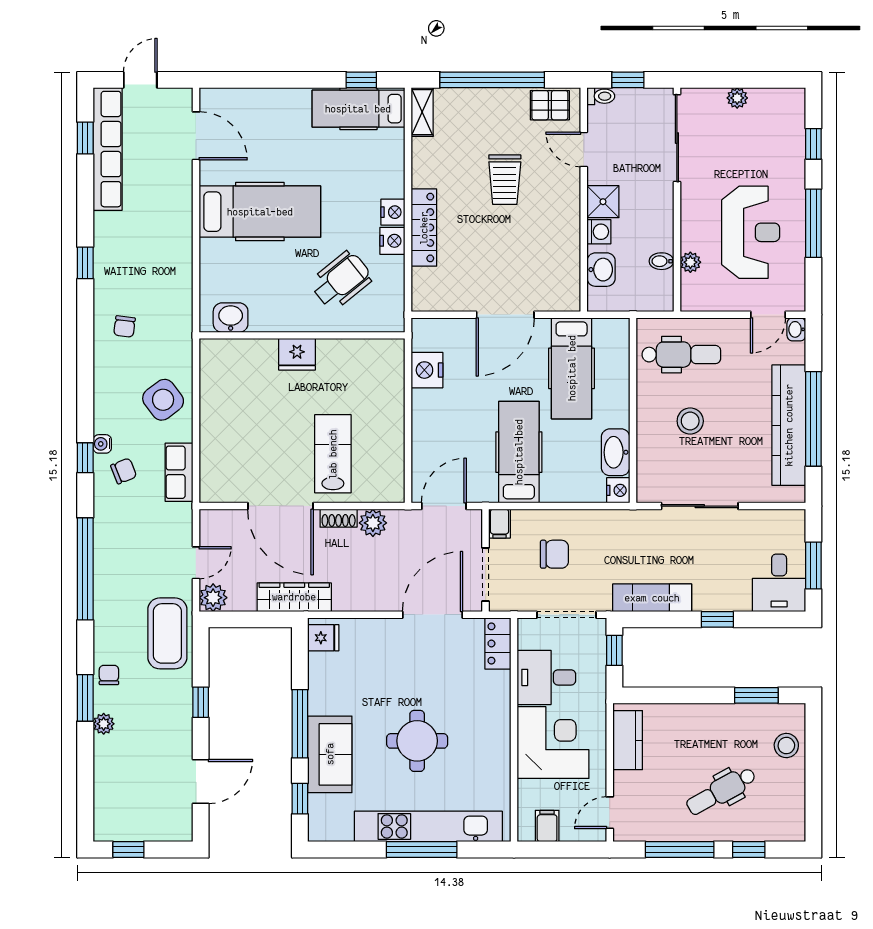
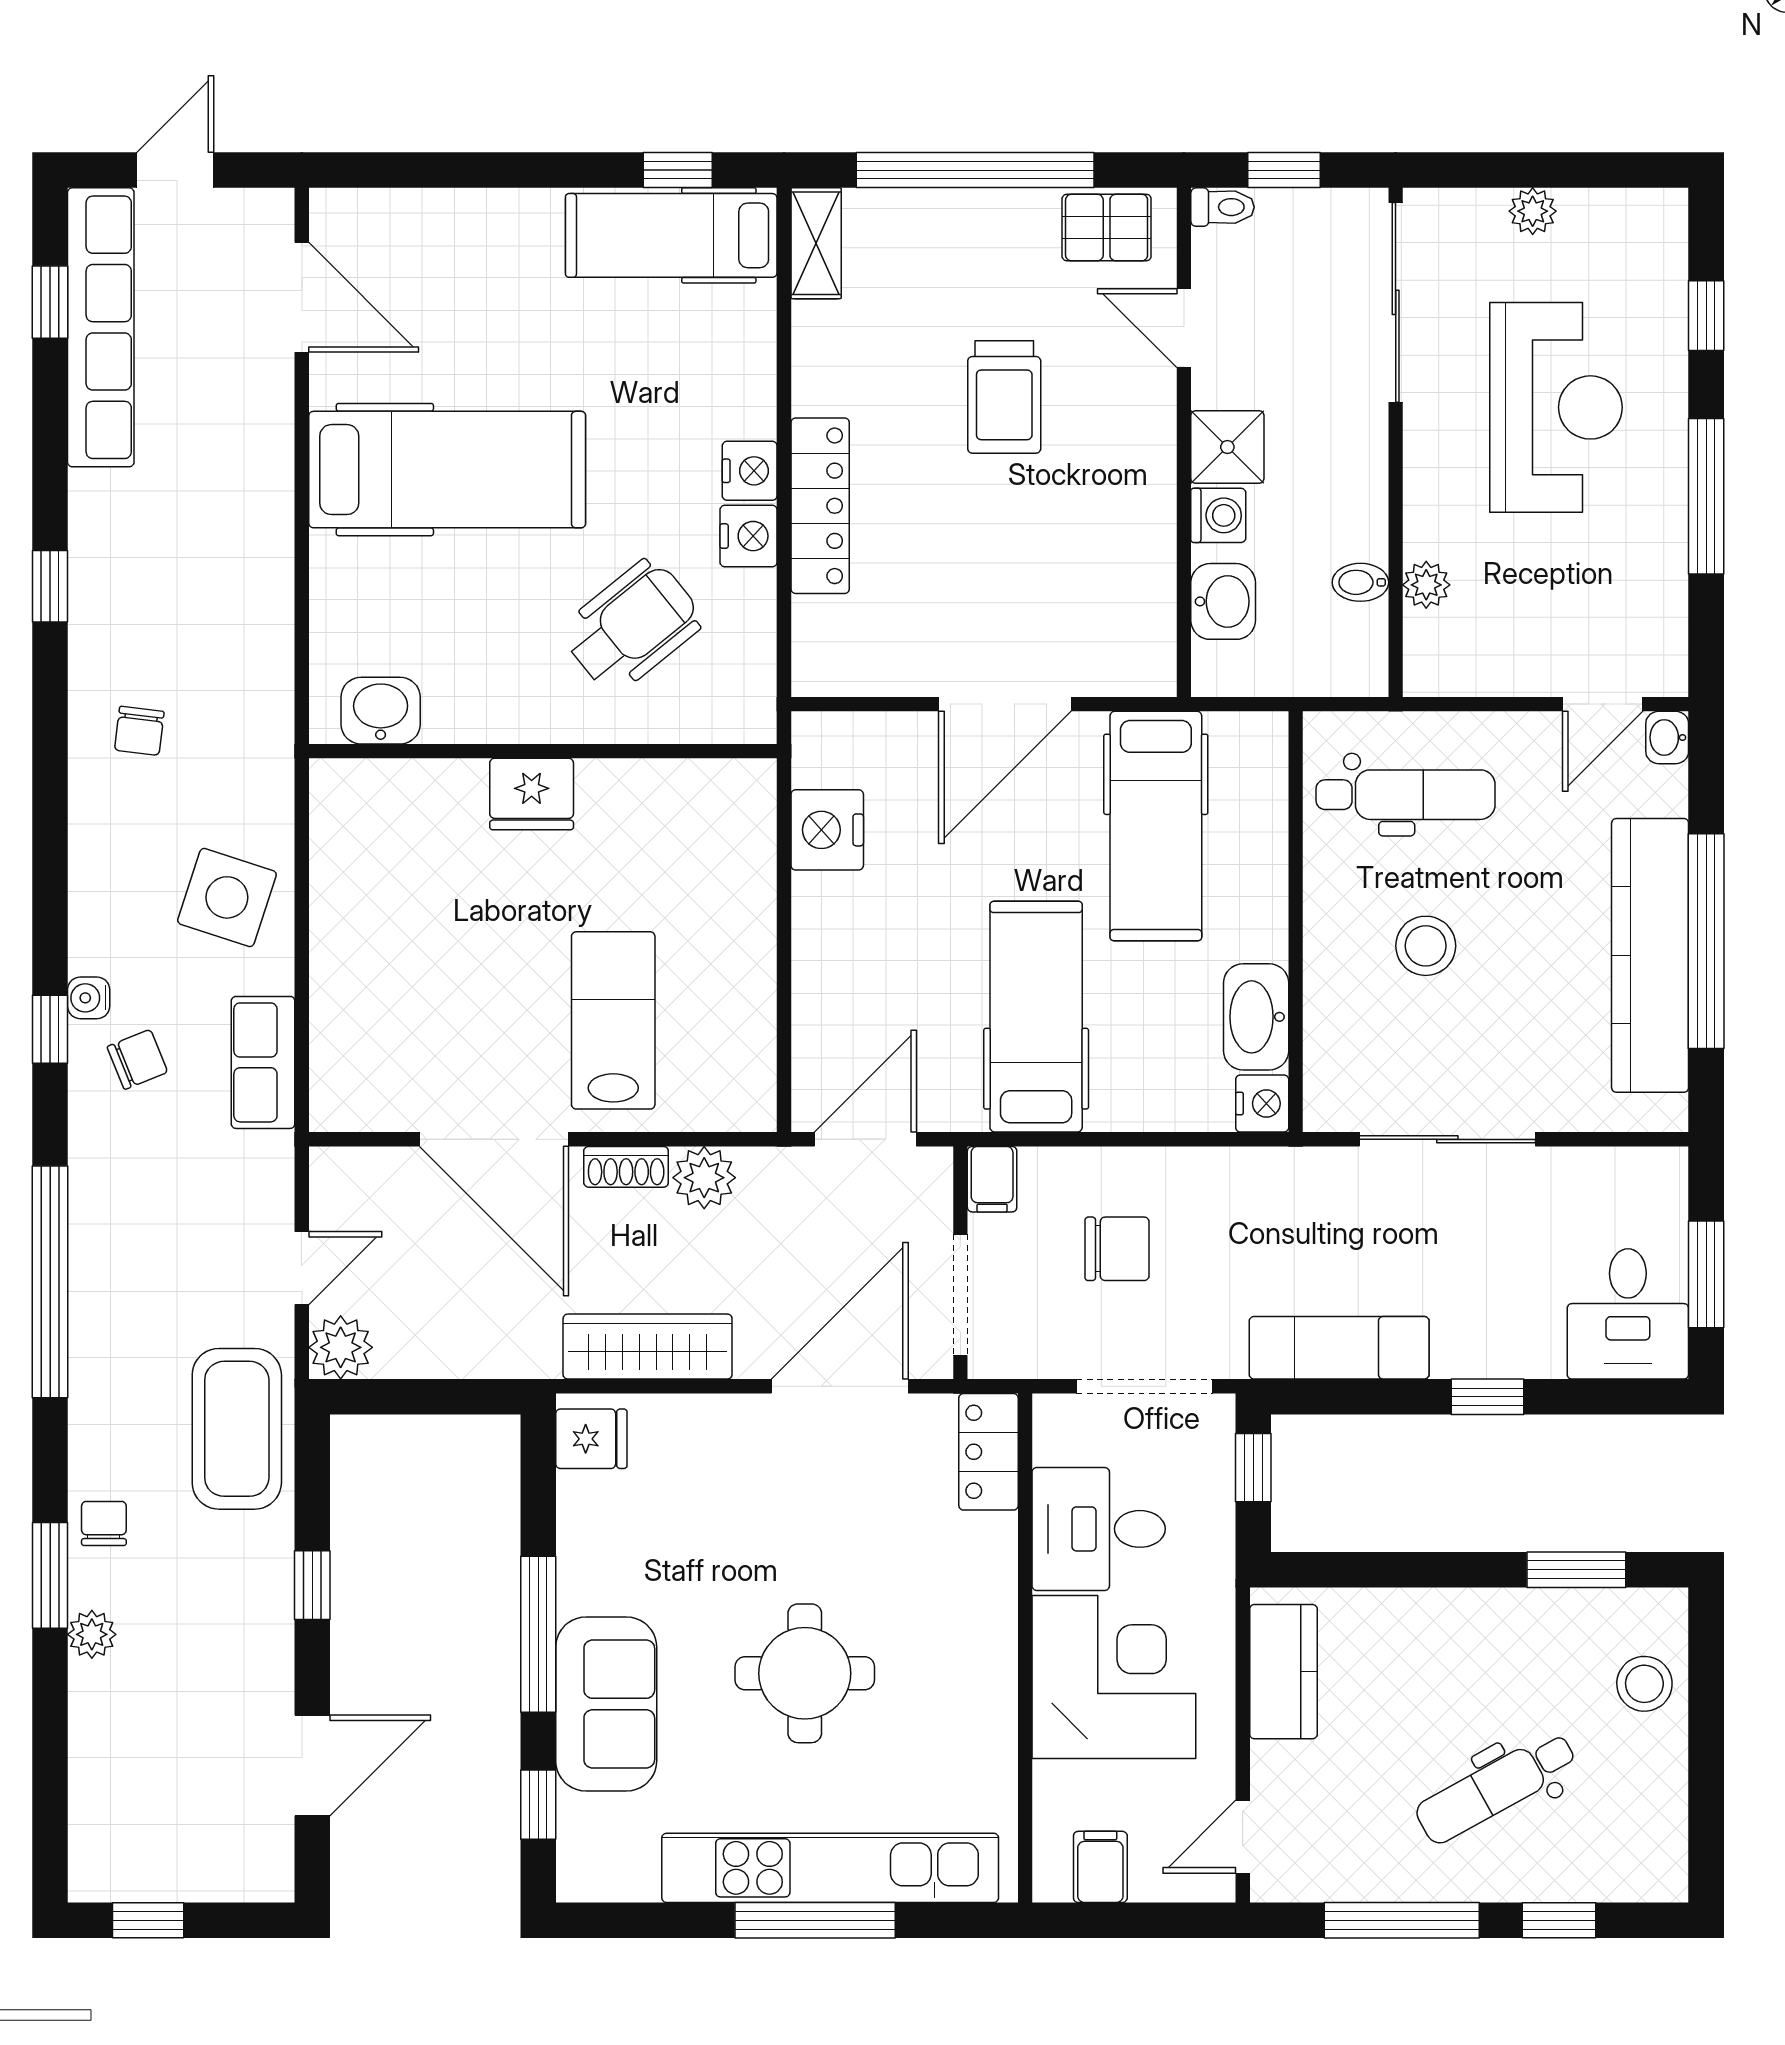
reception desk: (751, 232) -> (1556, 407), moved
side table: (163, 400) -> (227, 897), turned -35
wardrobe: (294, 597) -> (648, 1347), moved

